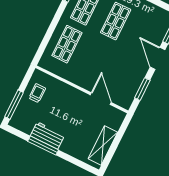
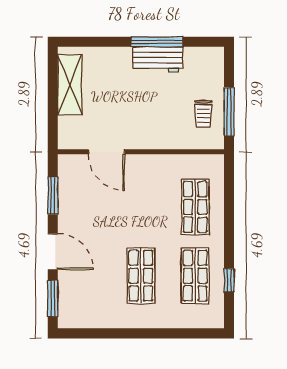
window: (14, 105) -> (229, 112), moved

